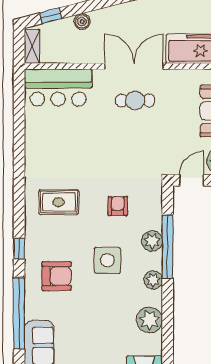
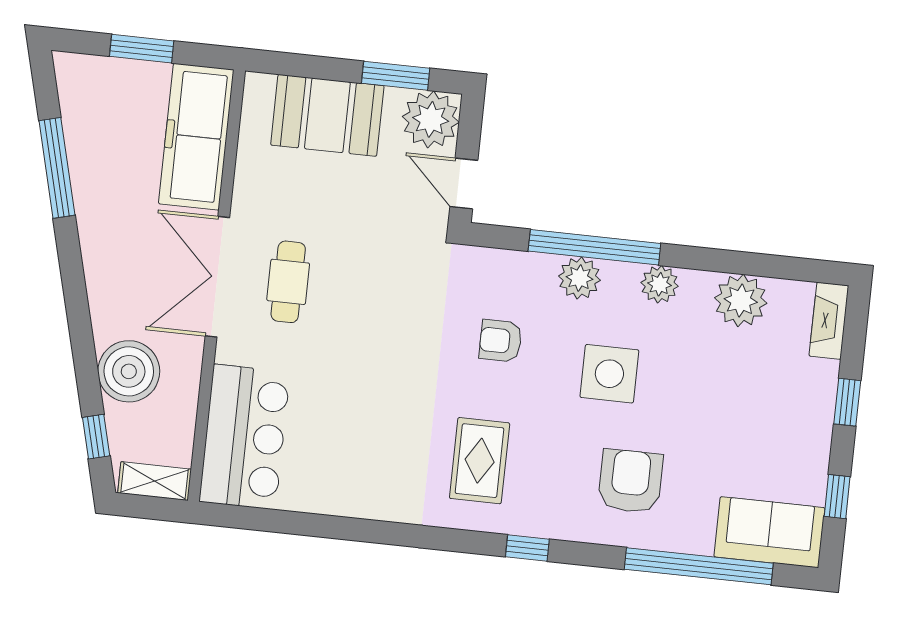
boiler: (82, 22) -> (129, 371), width x1.86, depth x1.86
window: (19, 249) -> (527, 548), moved

